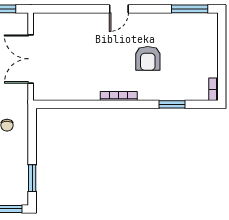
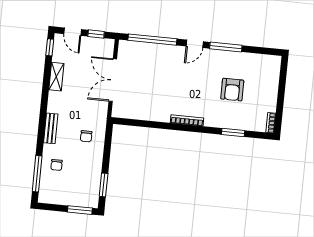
window: (71, 9) -> (152, 40), added
window: (190, 9) -> (226, 47), moved
armchair: (148, 58) -> (232, 90), moved

